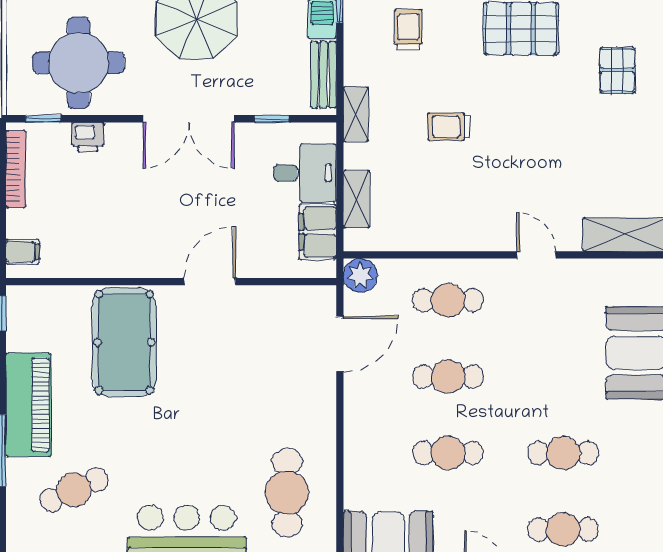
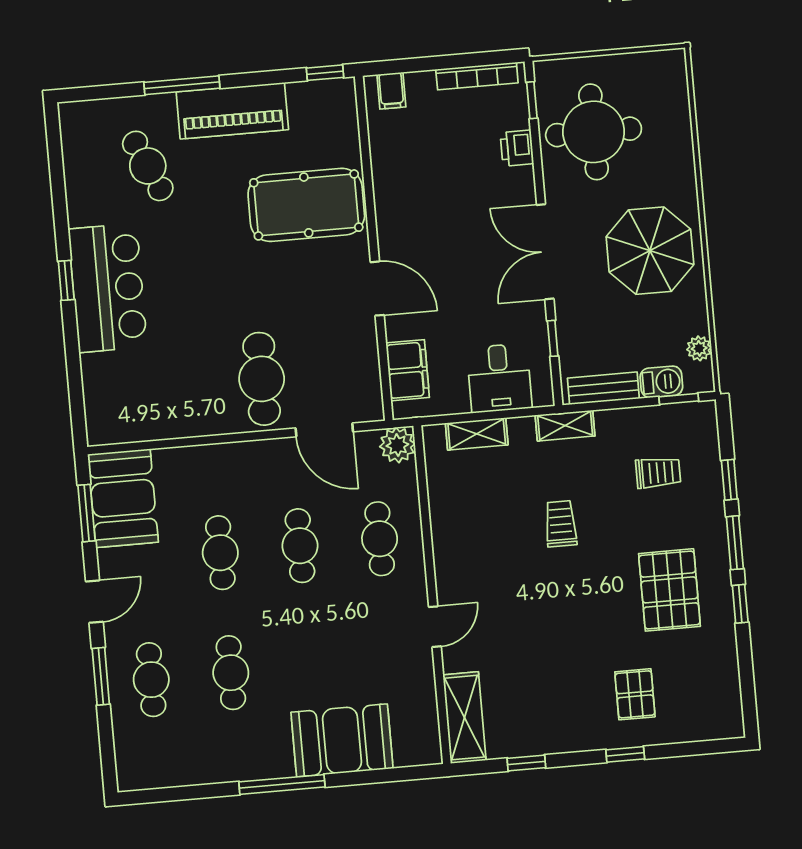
pallet: (617, 70) -> (635, 694), turned 90
filing cabinet: (318, 232) -> (408, 370), moved, turned 90
cafe table: (287, 493) -> (262, 379), moved, turned 90

